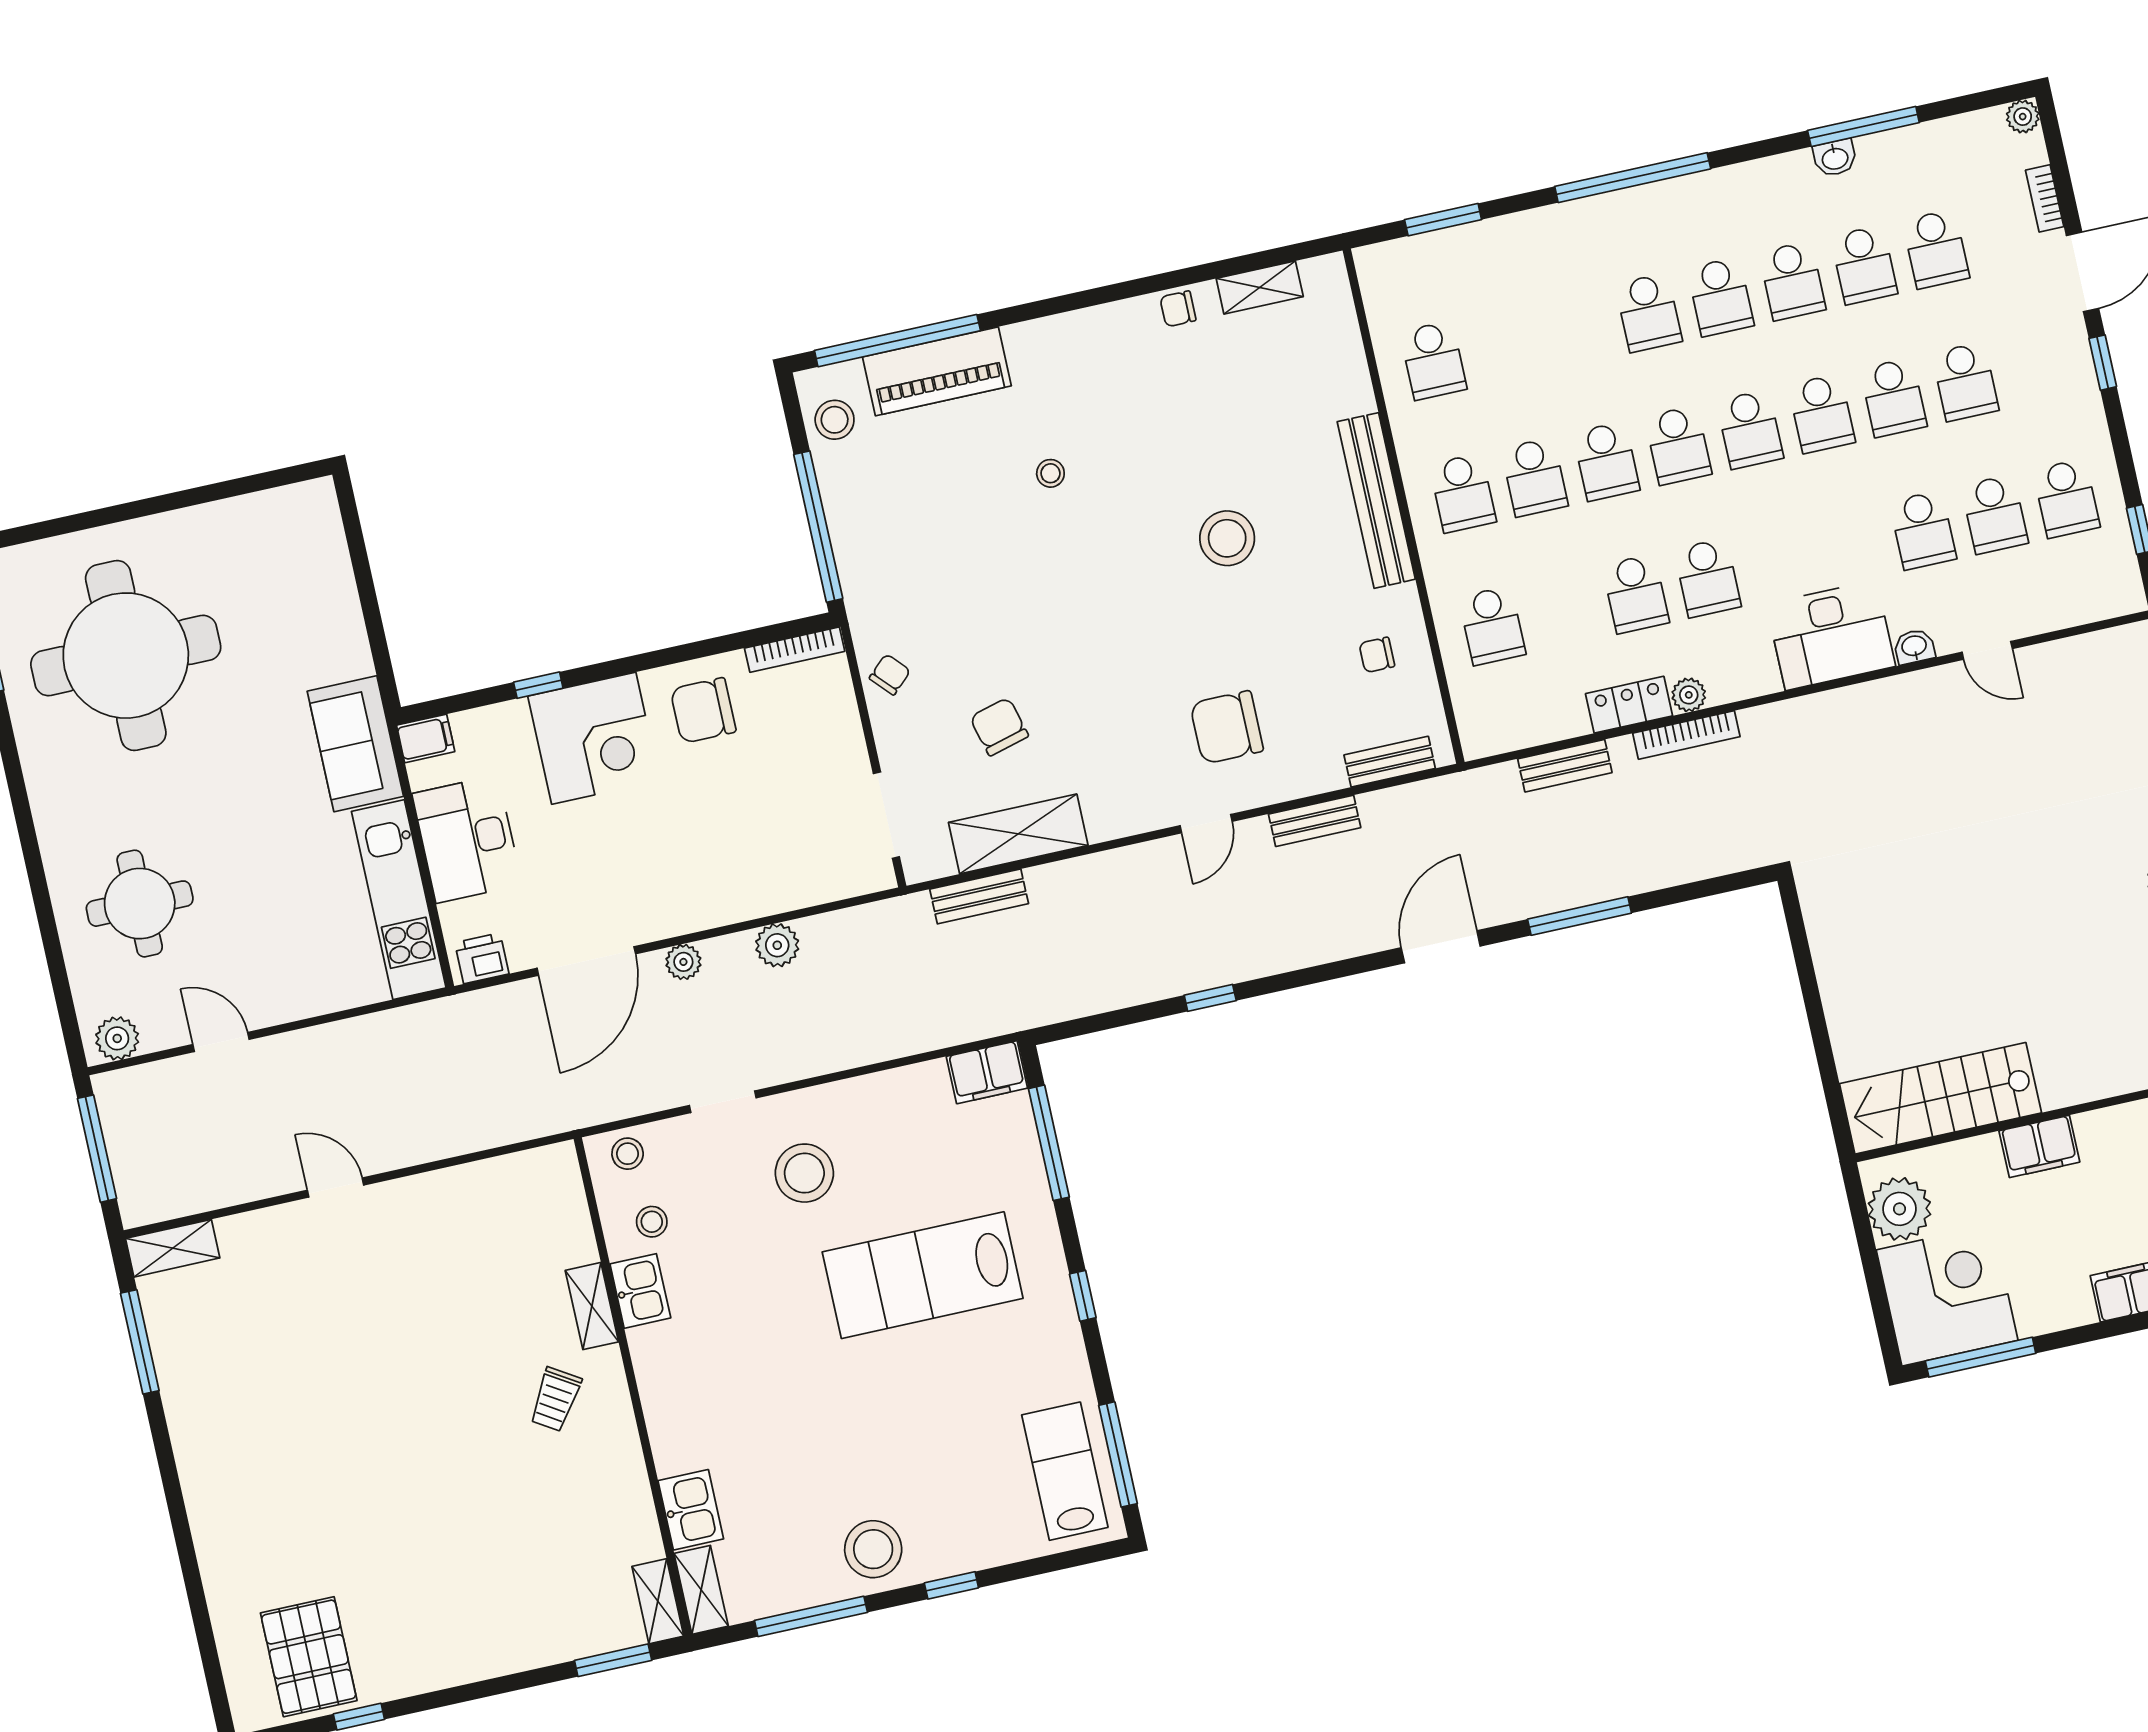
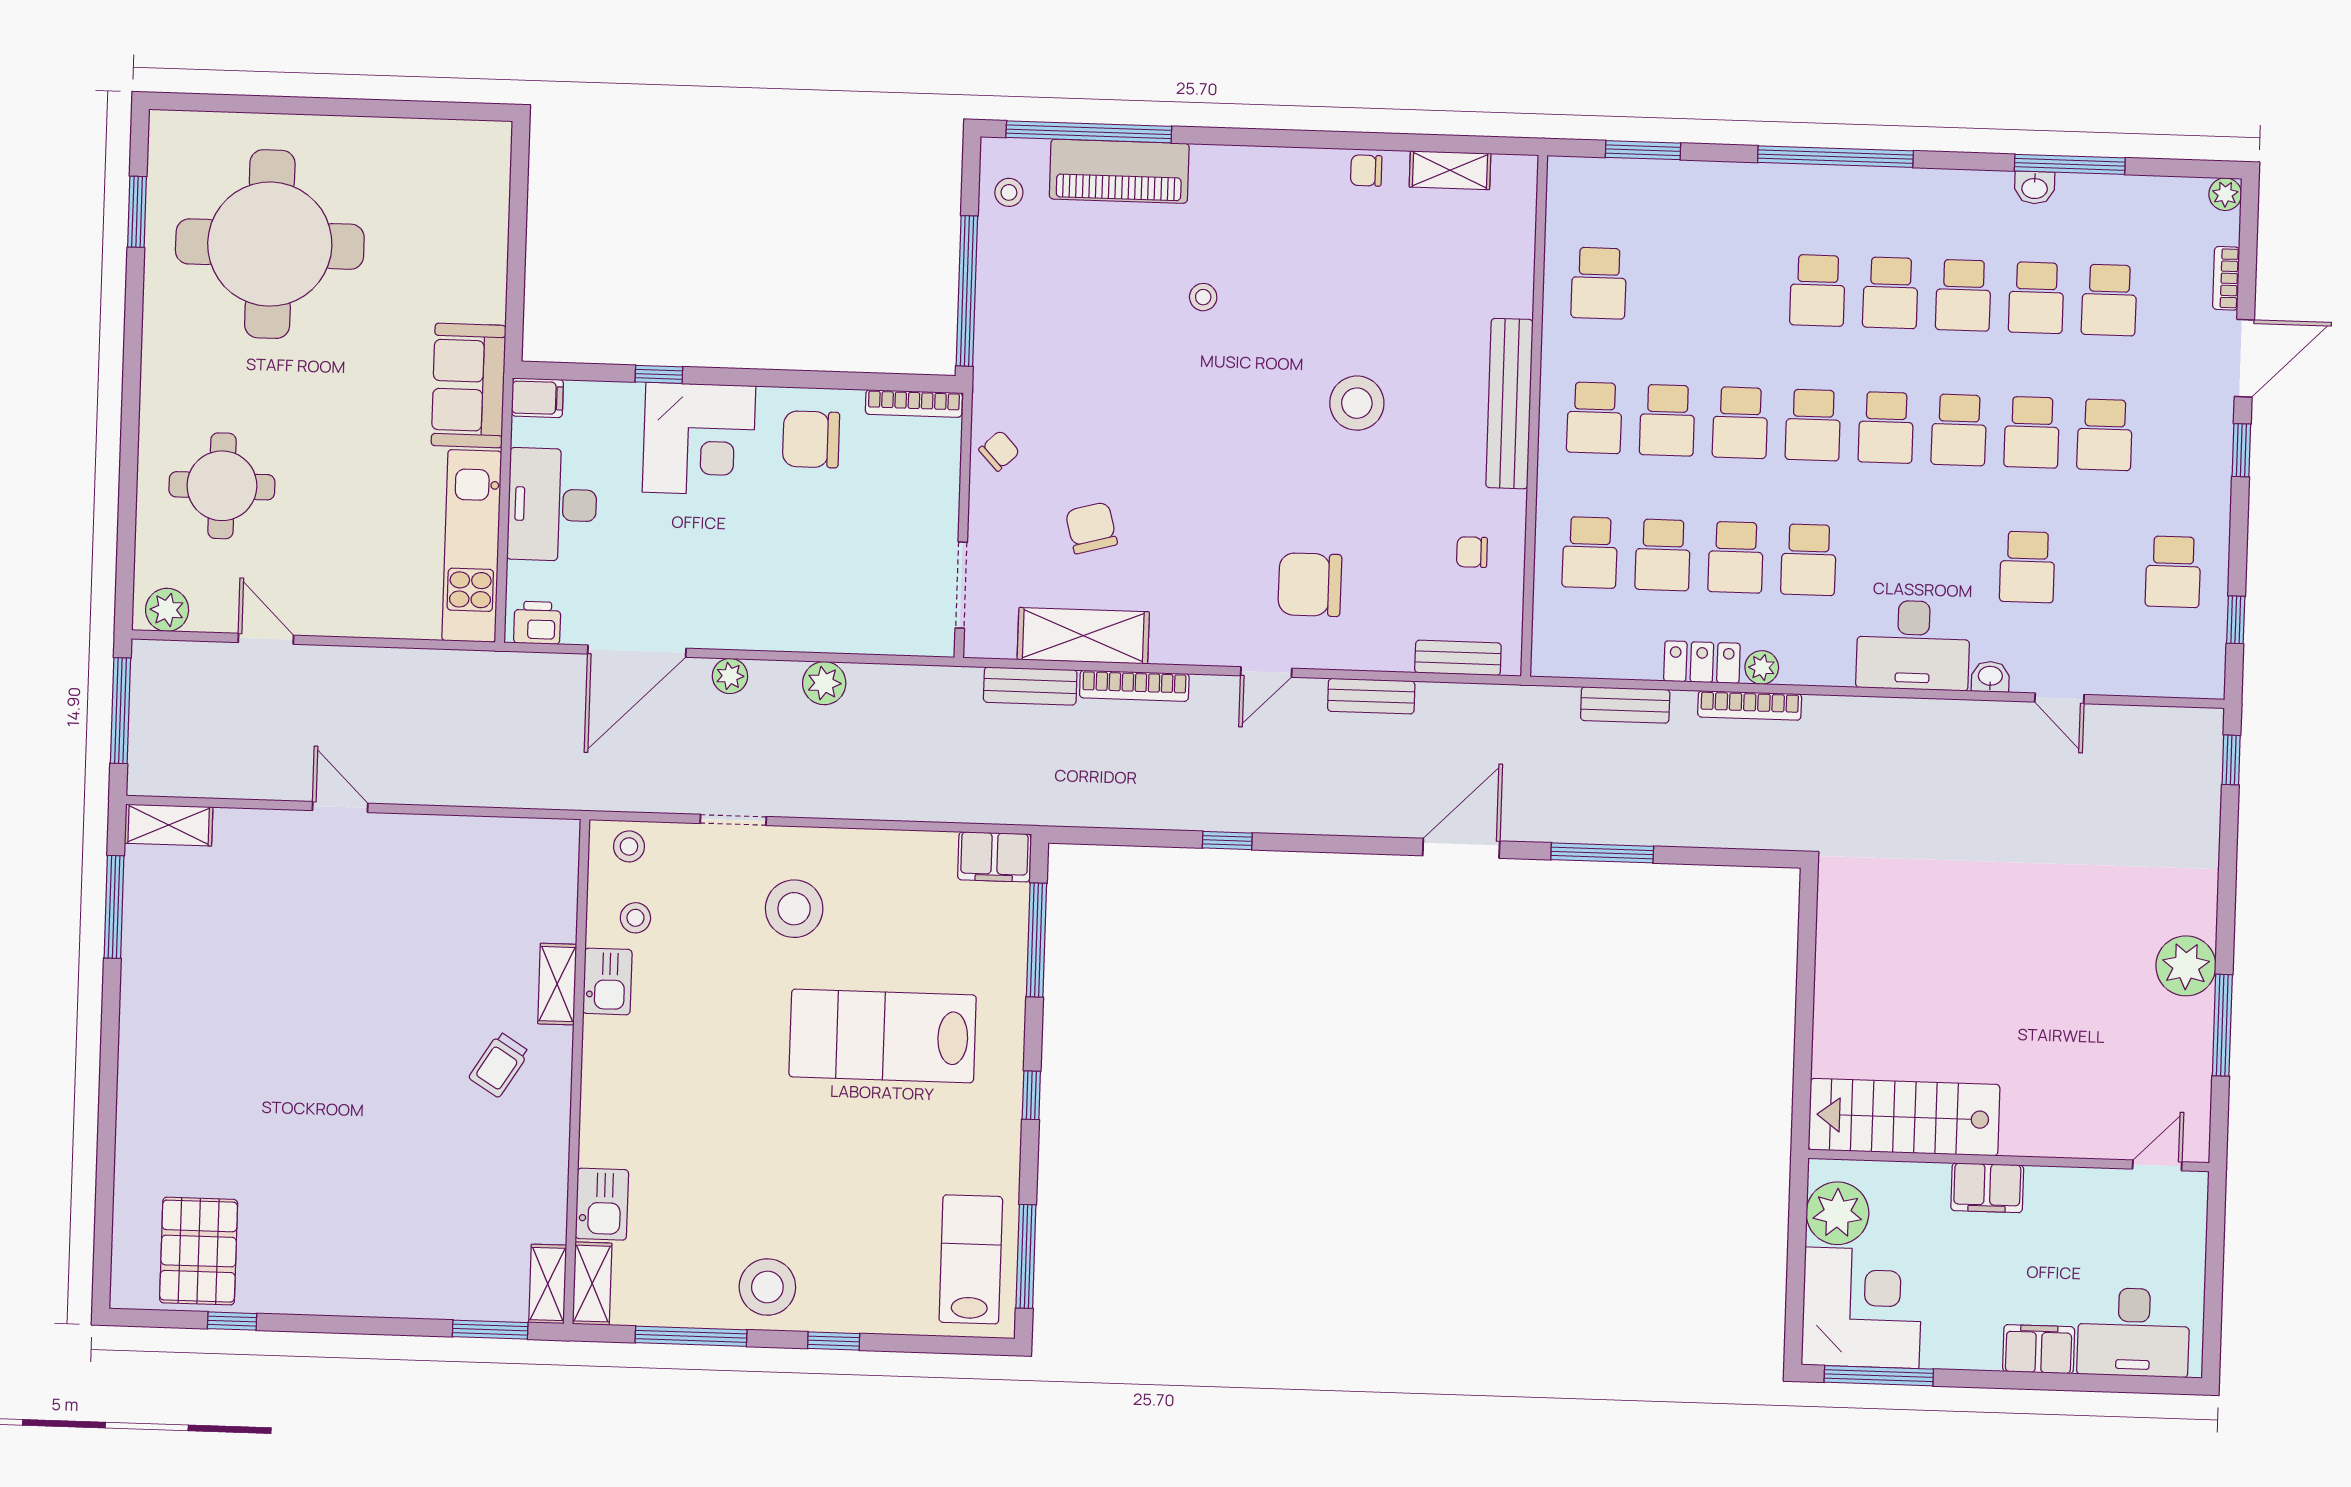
stool: (835, 420) -> (1009, 192), width x0.73, depth x0.73
school desk: (1995, 514) -> (1663, 555), moved
bookcase: (1081, 870) -> (1134, 686), added

